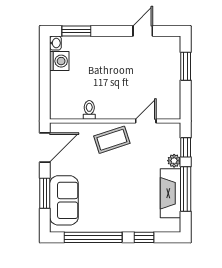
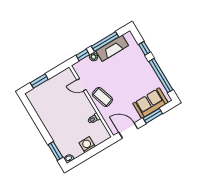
door: (143, 31) -> (34, 116), removed
washing machine: (59, 61) -> (87, 145), moved

